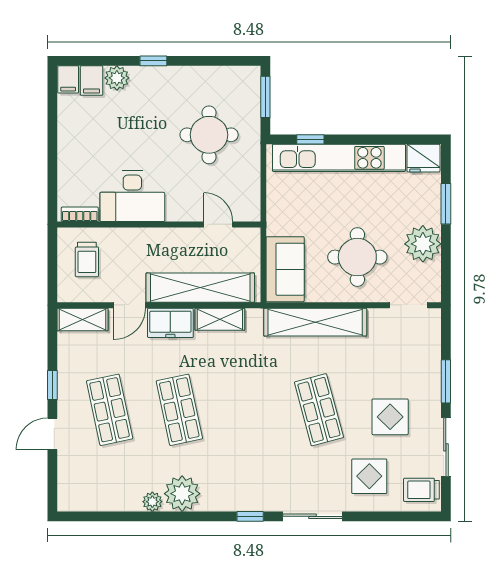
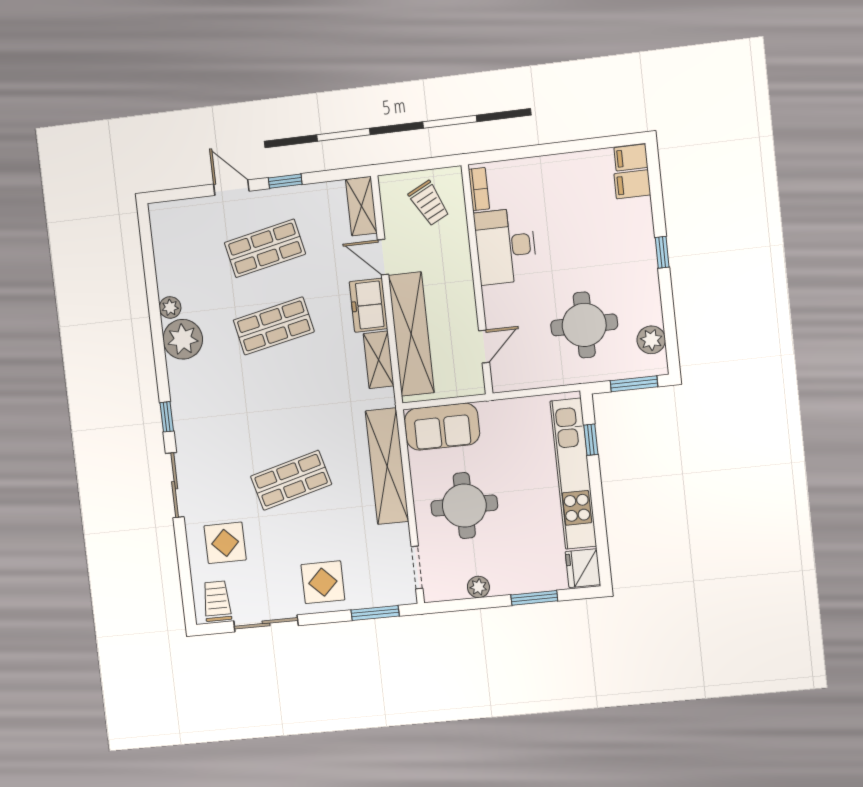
plant: (117, 78) -> (651, 340), moved
plant: (423, 244) -> (478, 587), width x0.53, depth x0.53
trolley: (87, 259) -> (429, 203), turned -117
window: (446, 381) -> (375, 613), moved
display table: (390, 417) -> (323, 582), moved

